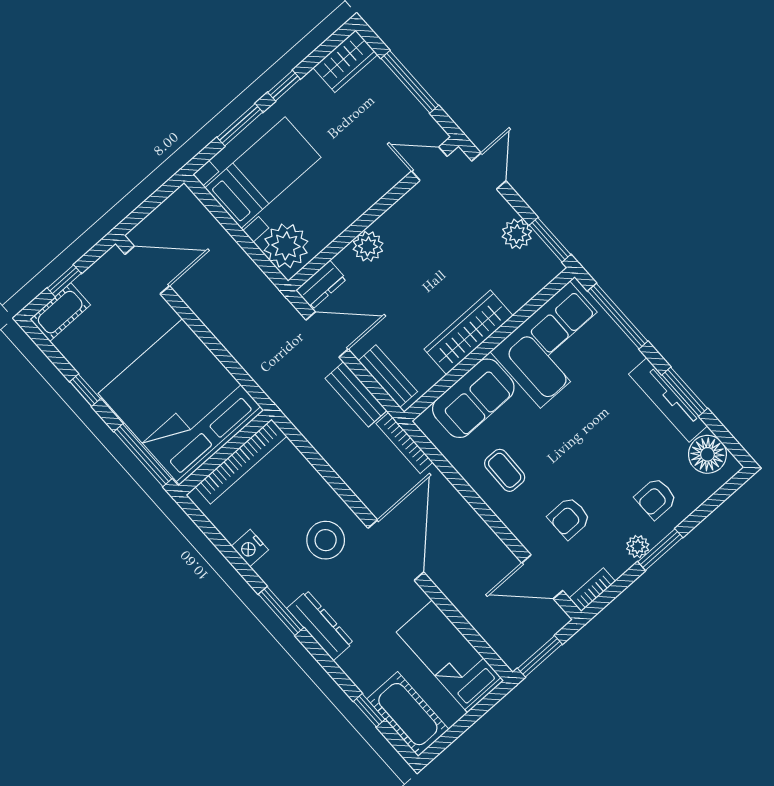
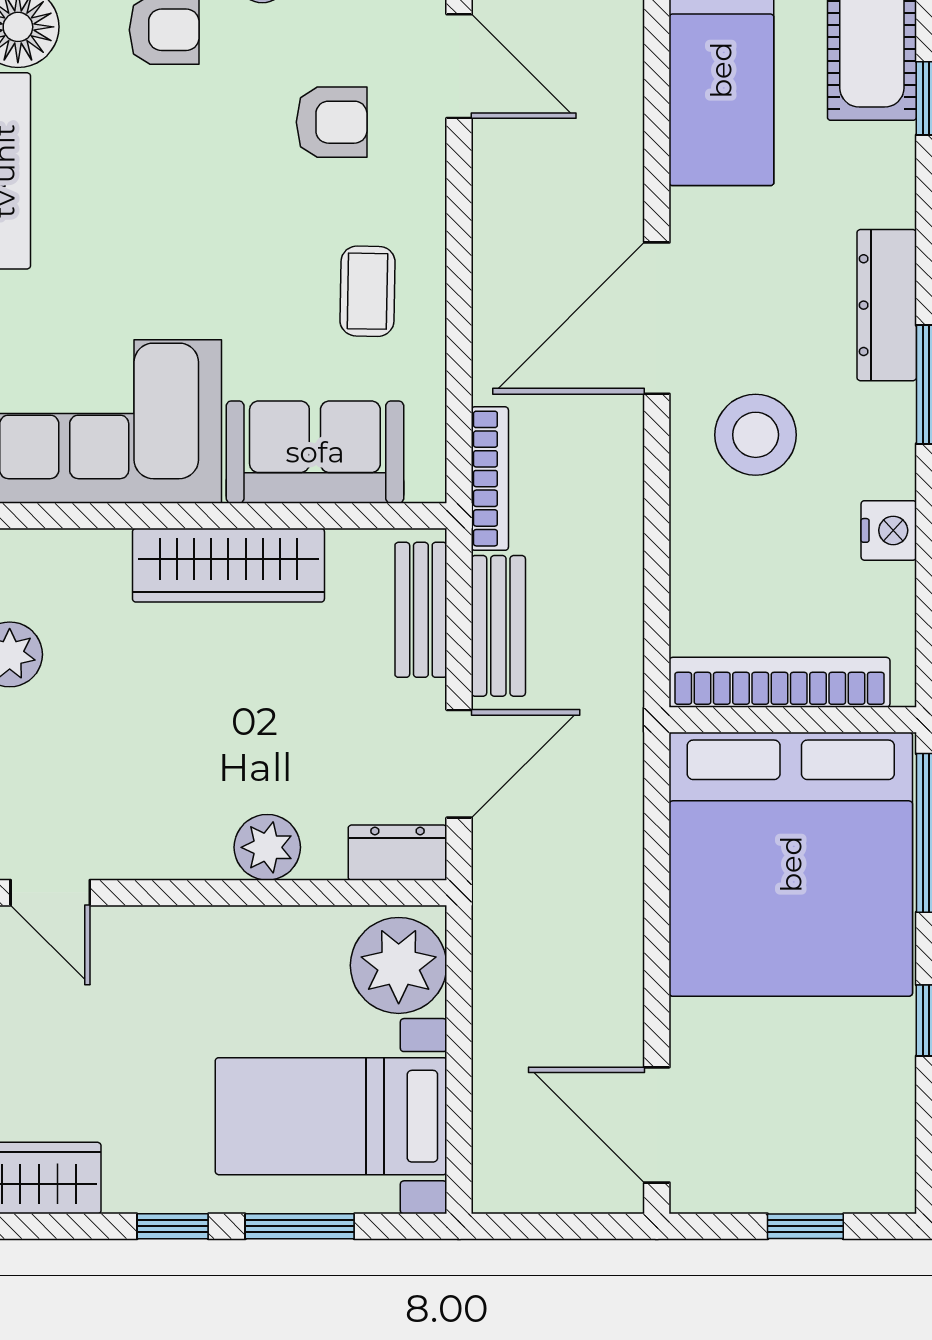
cot: (60, 312) -> (857, 1182), removed
door: (327, 335) -> (459, 764), swing flipped

